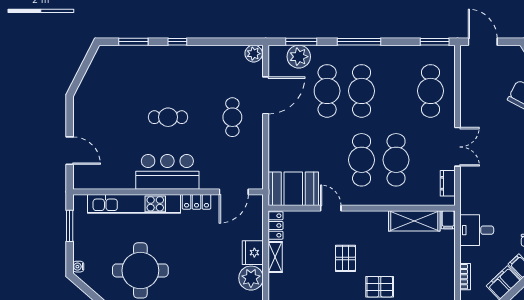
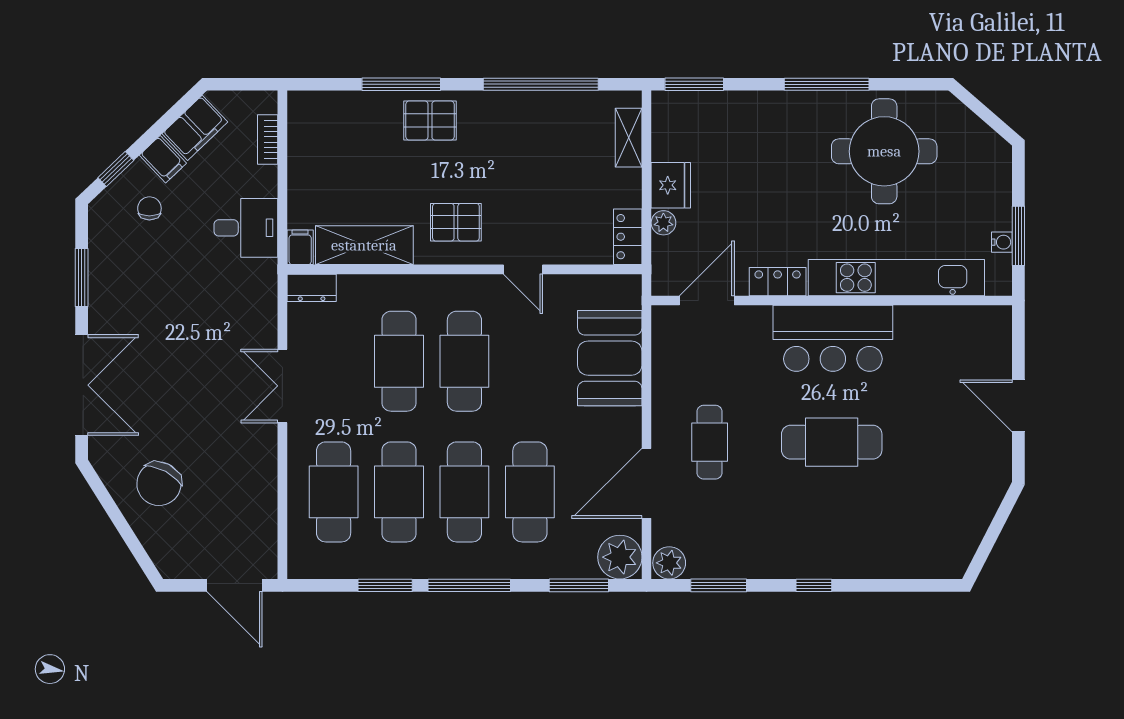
window: (133, 42) -> (719, 585), moved
window: (435, 42) -> (385, 585), moved
plant: (299, 57) -> (620, 557), moved
cafe table: (396, 91) -> (399, 492), added
cafe table: (168, 117) -> (832, 442), width x1.37, depth x1.35
door: (70, 151) -> (1018, 406), moved
dresser: (448, 183) -> (312, 288), moved, turned 90
booth: (293, 189) -> (610, 358), moved, turned 90
shelving: (275, 257) -> (629, 138), moved
pallet: (346, 258) -> (456, 222), moved, turned 90
water cooler: (78, 267) -> (1002, 242), moved
plant: (251, 278) -> (663, 223), moved, width x0.53, depth x0.53

